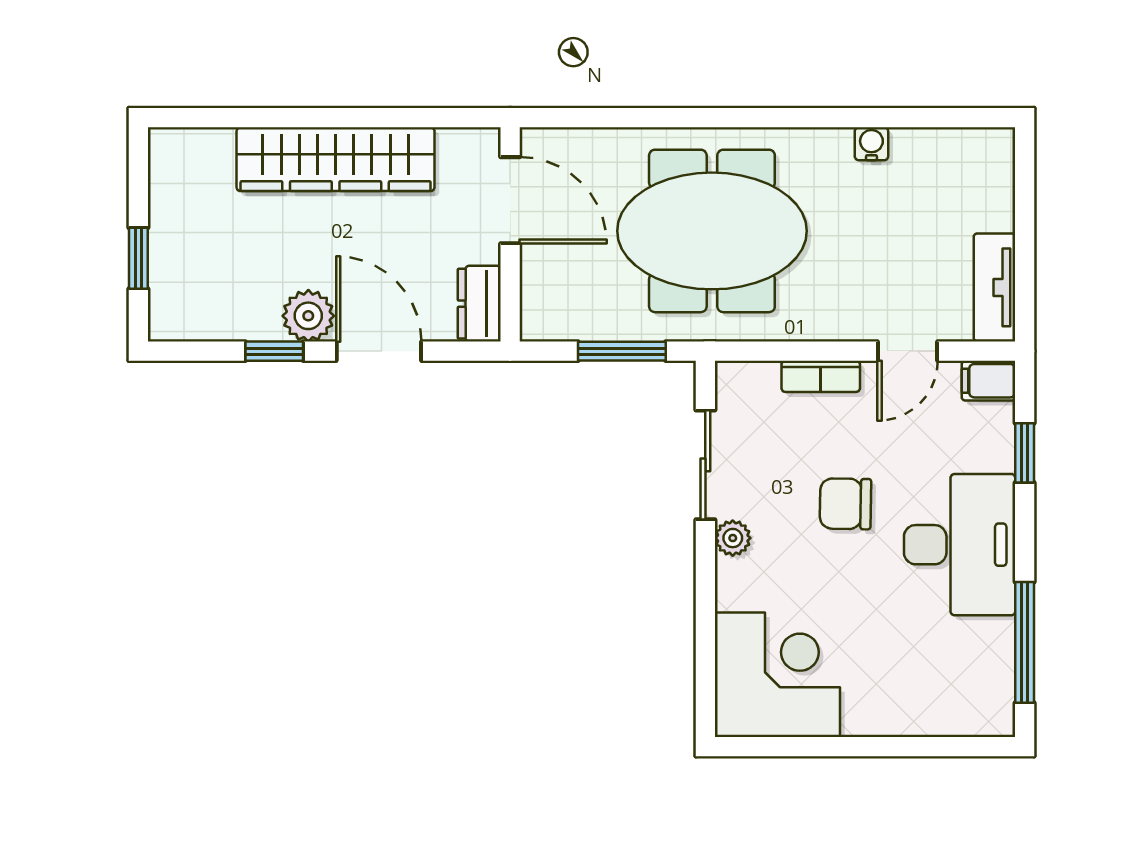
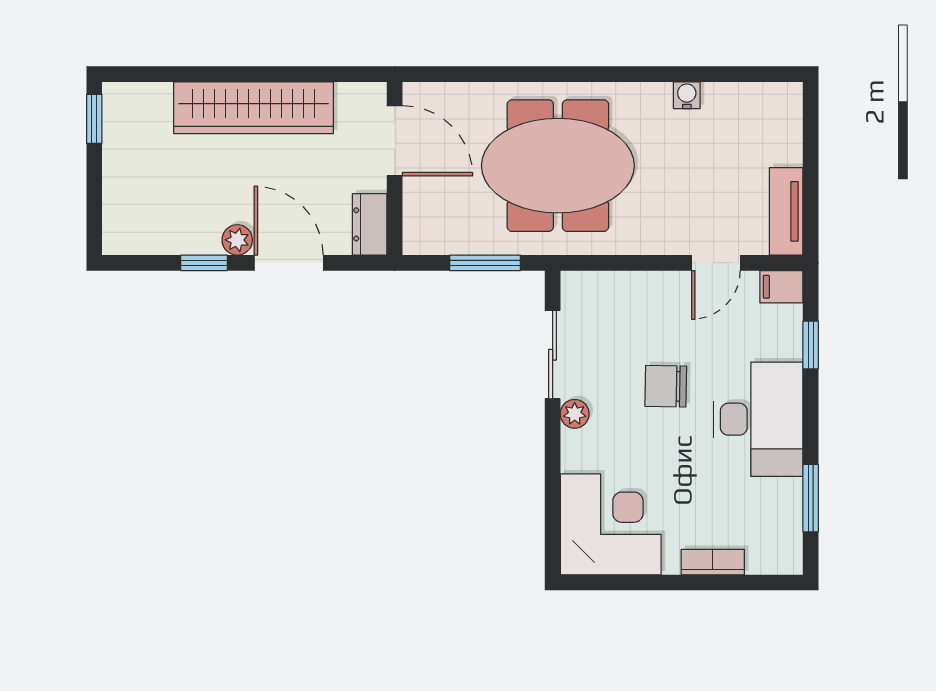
window: (138, 258) -> (94, 119), moved
plant: (308, 316) -> (237, 240), width x0.73, depth x0.73
bookcase: (821, 376) -> (713, 562), moved, turned 180
window: (1025, 642) -> (811, 498), width x0.69

